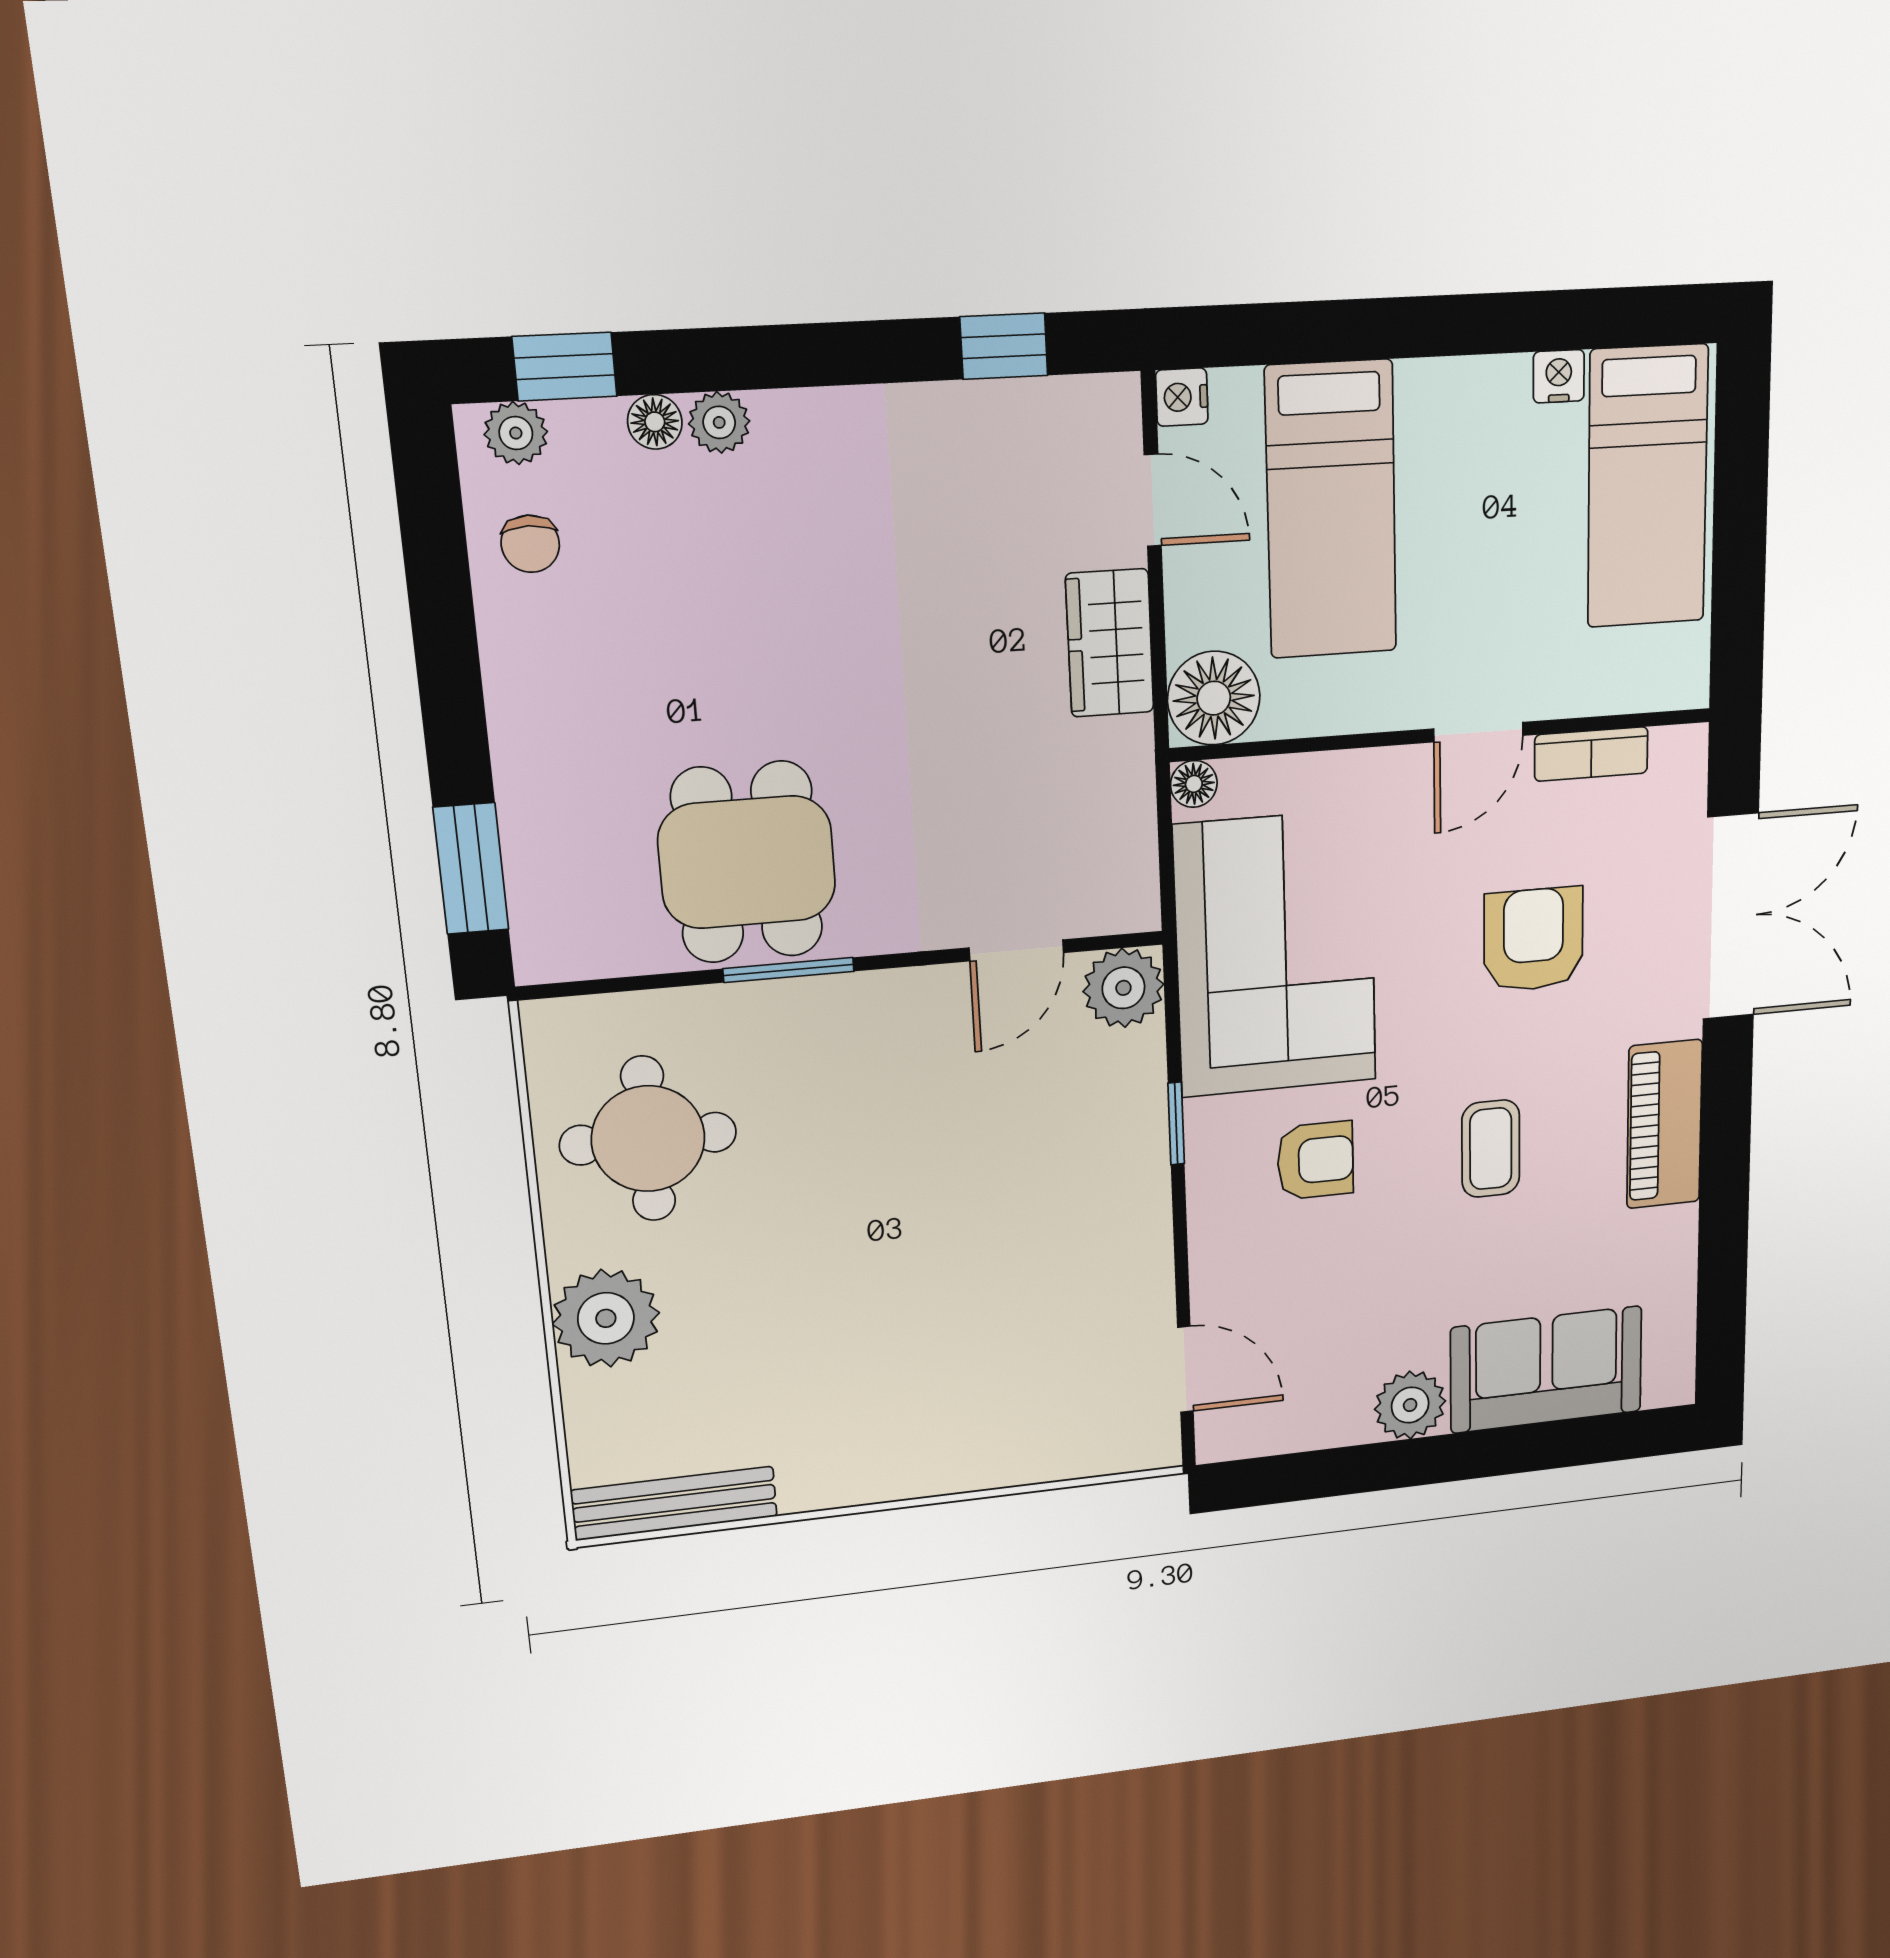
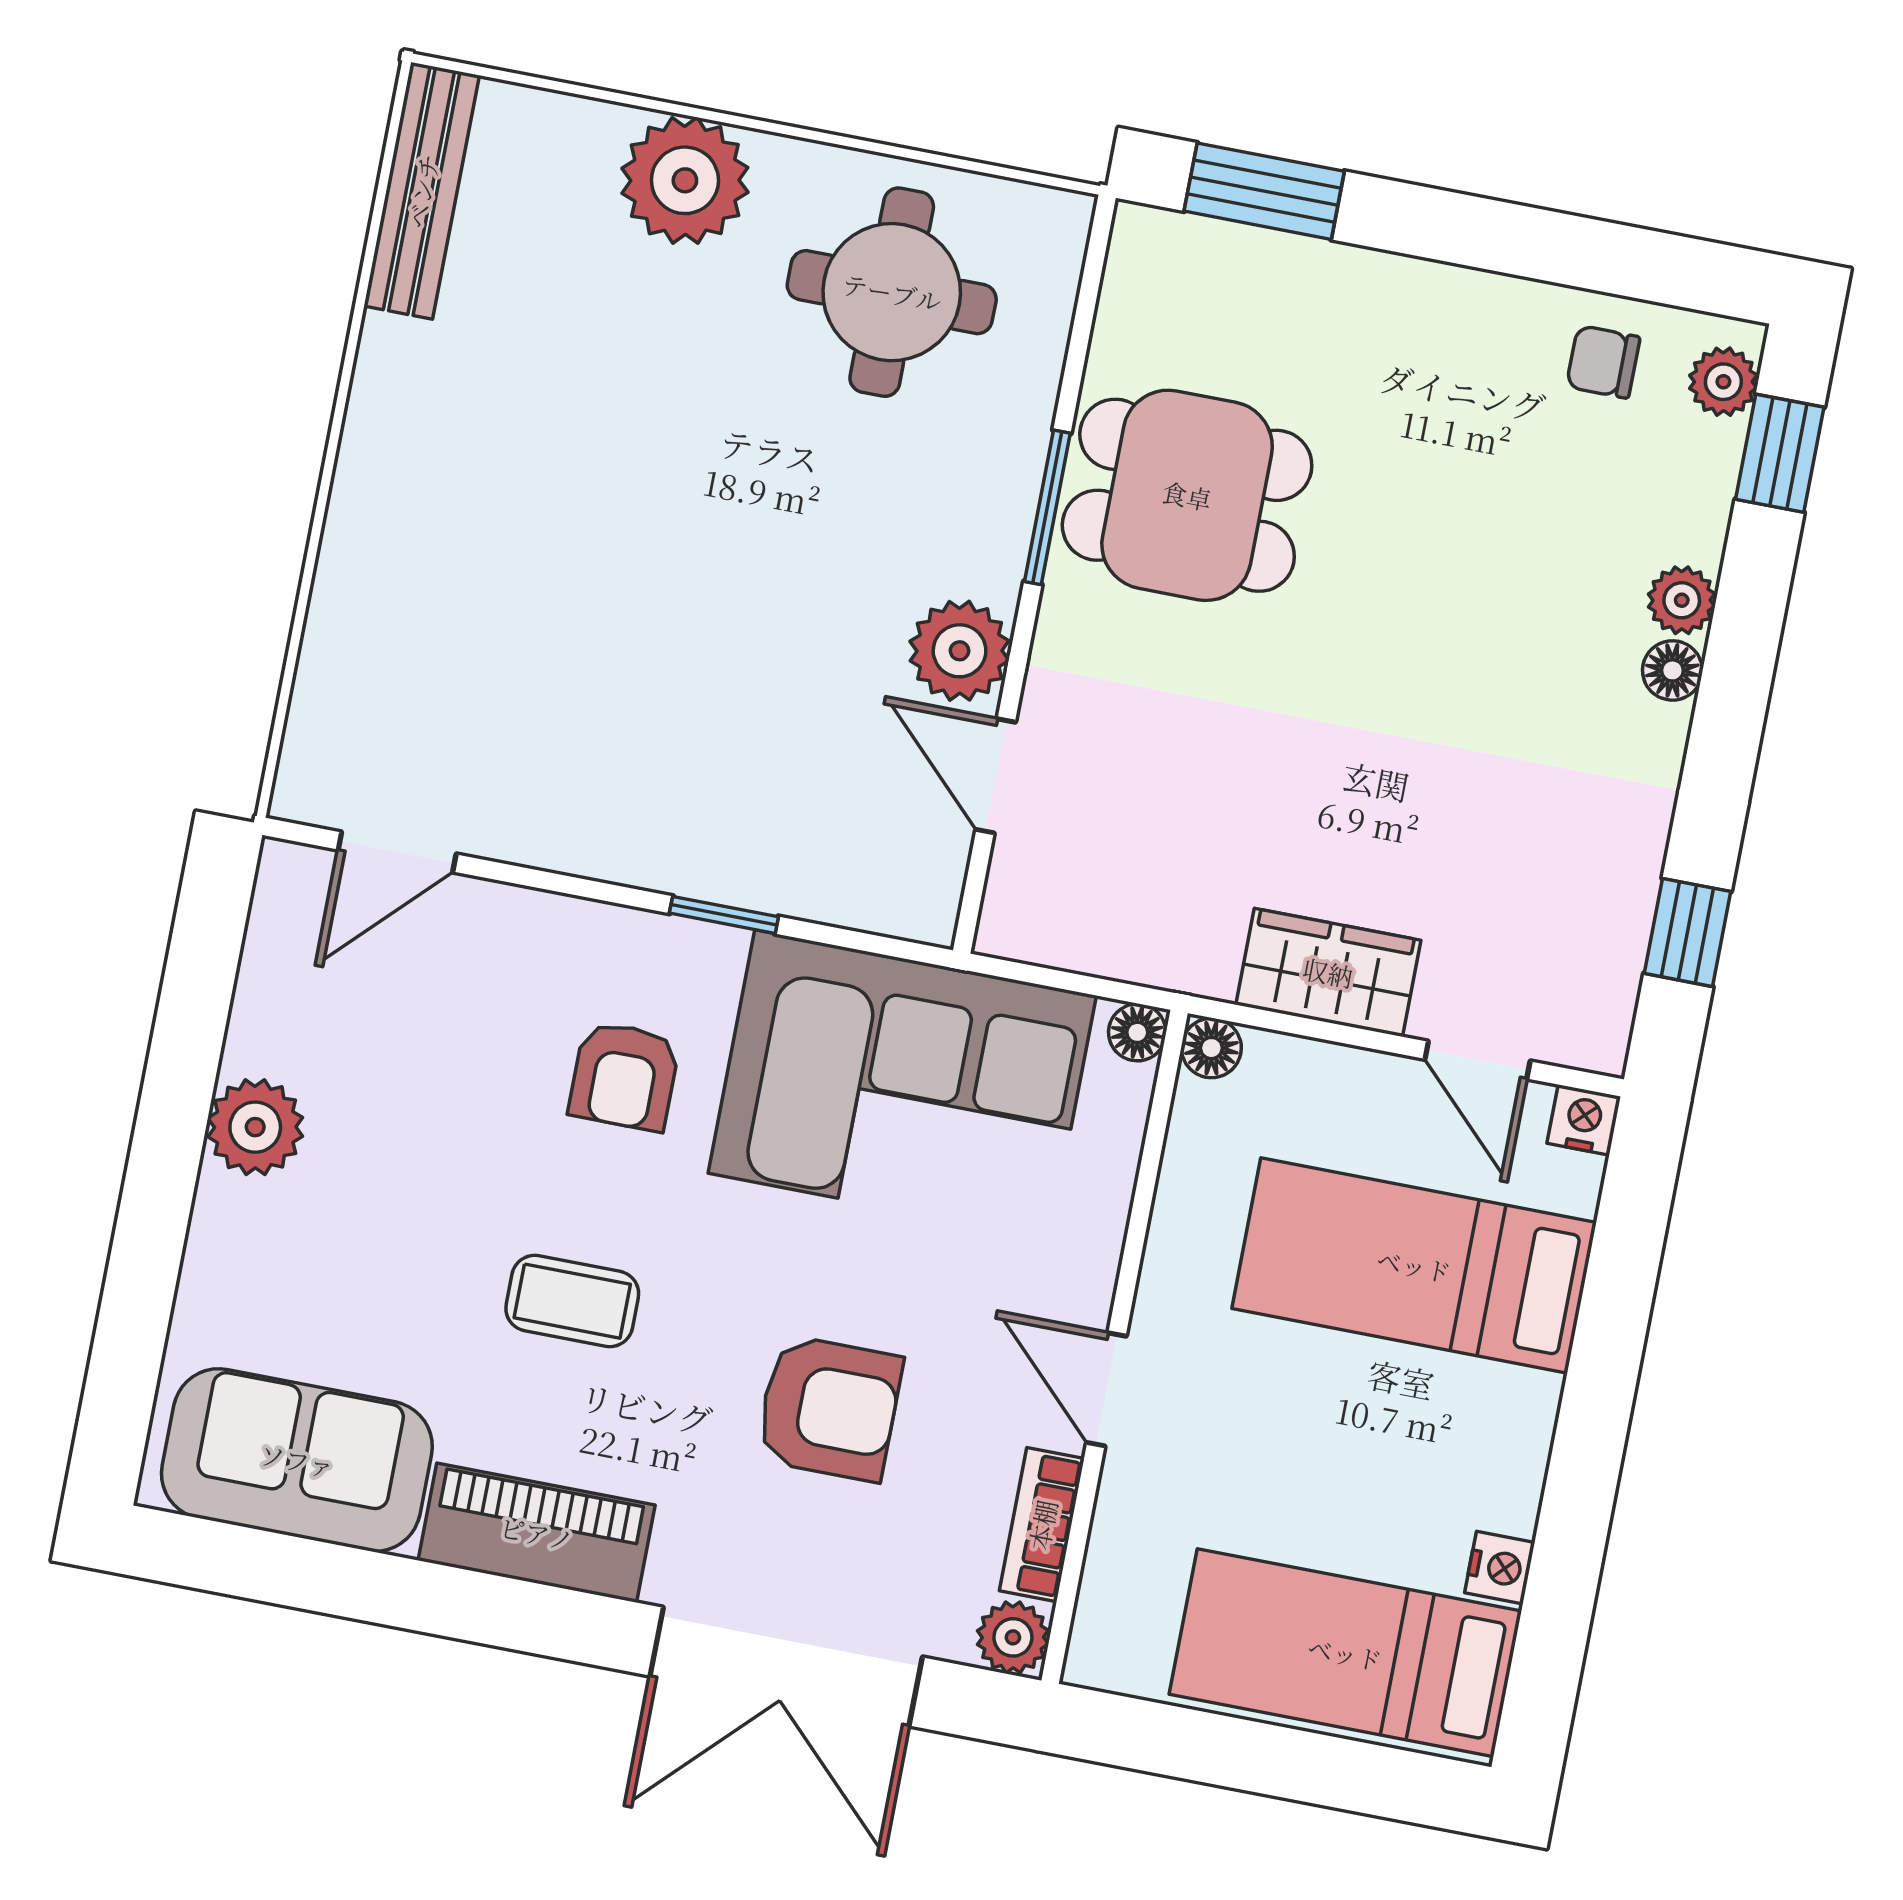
floor lamp: (655, 422) -> (1672, 670), moved
door: (1153, 500) -> (1478, 1060), hinge flipped
floor lamp: (1214, 698) -> (1211, 1048), width x0.53, depth x0.53
plant: (1680, 753) -> (1013, 1637), added
plant: (1123, 988) -> (960, 651), moved
sofa: (1546, 1370) -> (297, 1460), moved, turned -90

